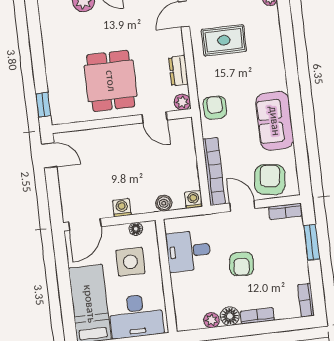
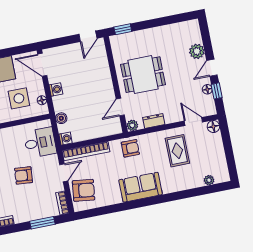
sofa: (275, 121) -> (141, 187), moved
desk: (188, 251) -> (40, 143), moved, turned 90

